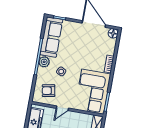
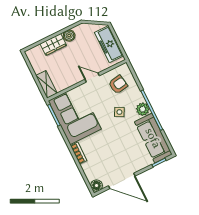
door: (62, 108) -> (92, 78), hinge flipped

